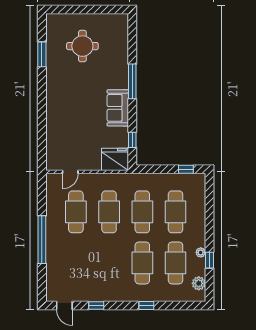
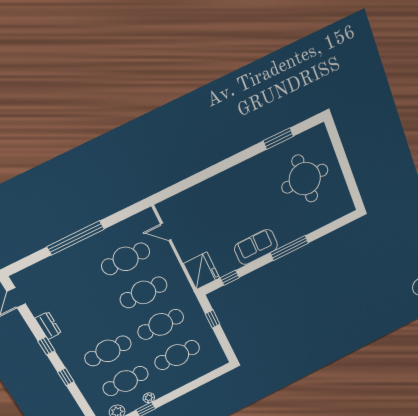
round table: (82, 46) -> (305, 179), width x1.36, depth x1.36
window: (186, 169) -> (213, 319), moved
dresser: (98, 295) -> (48, 326), added
window: (96, 306) -> (46, 346), moved

